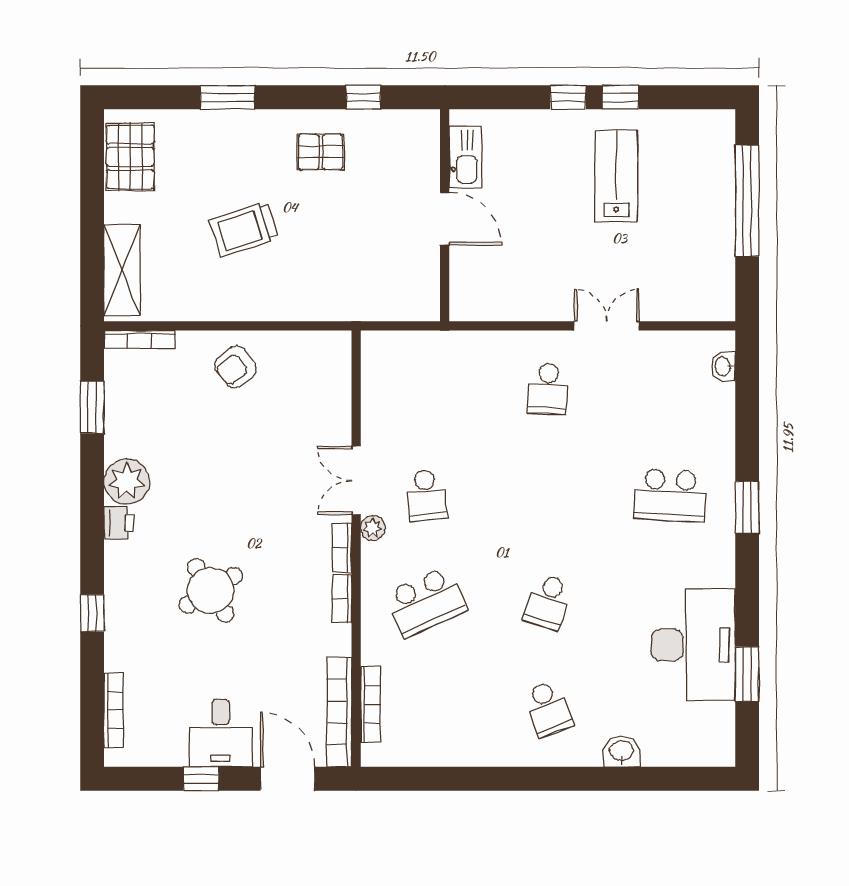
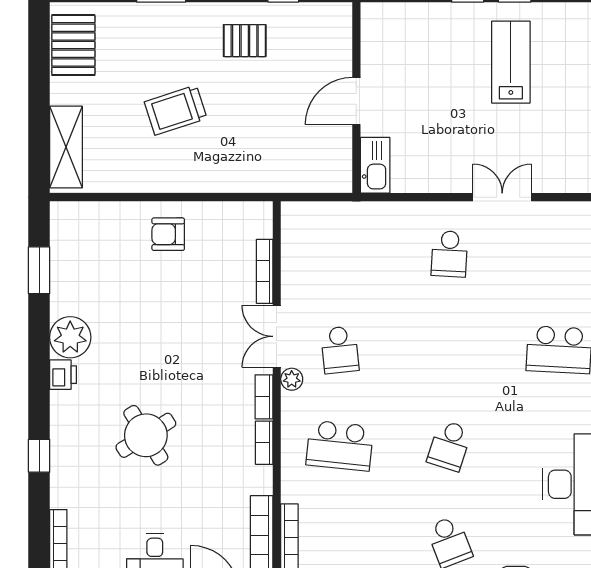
kitchen sink: (465, 157) -> (375, 165), moved
door: (445, 219) -> (356, 101), swing flipped
bookcase: (139, 339) -> (265, 271), moved, turned 90
armchair: (236, 367) -> (168, 234), turned 38
school desk: (426, 602) -> (340, 446), turned 30

